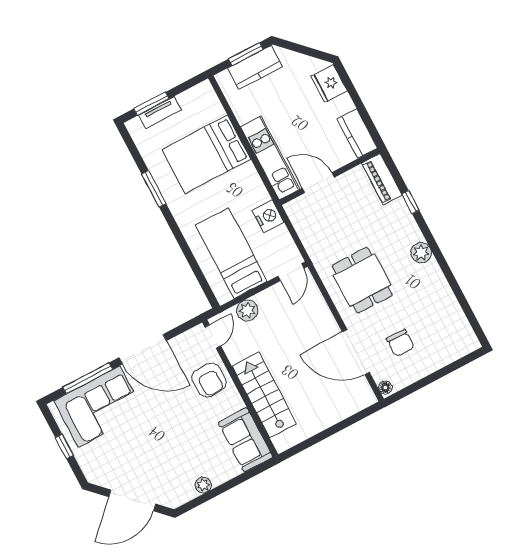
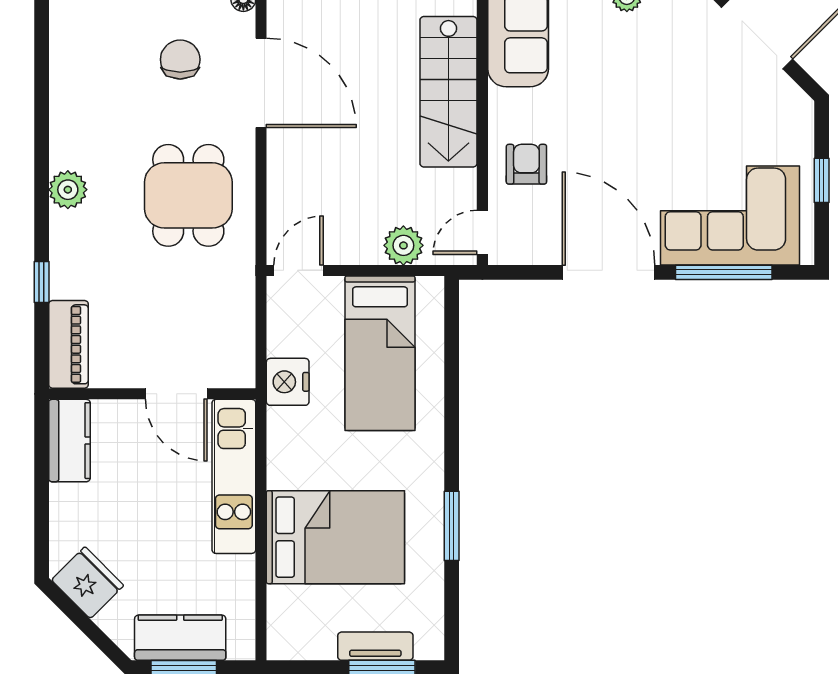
fridge: (329, 84) -> (88, 583), moved, turned -45
armchair: (209, 380) -> (526, 164), width x0.72, depth x0.72

